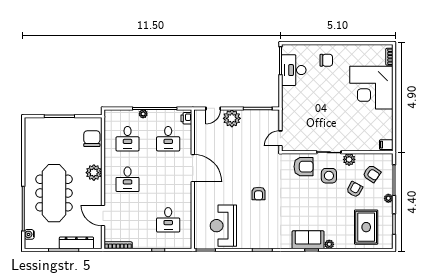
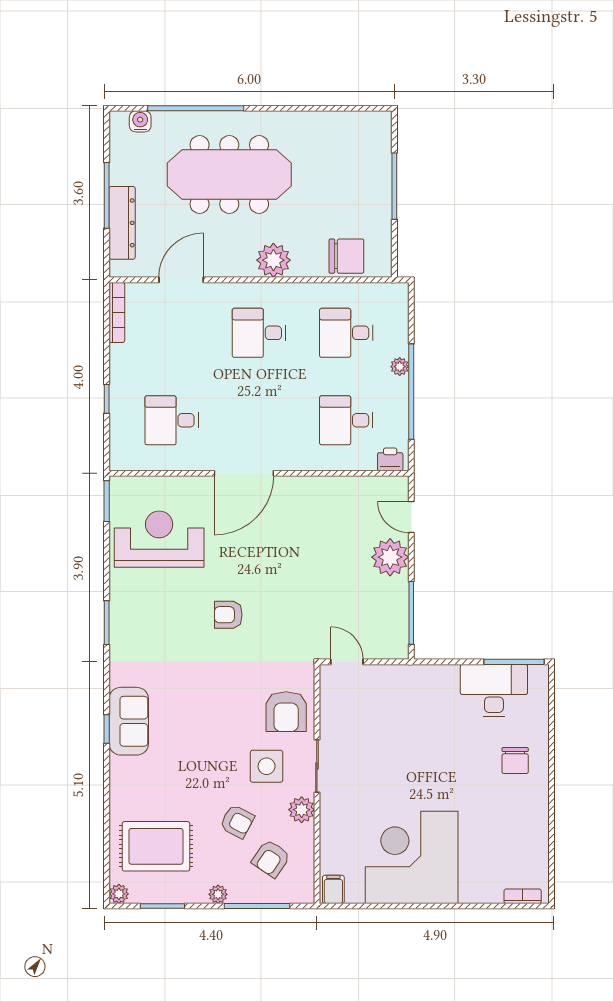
corner desk: (371, 88) -> (412, 857), moved
door: (193, 168) -> (244, 473), moved
plant: (329, 244) -> (119, 894), moved

